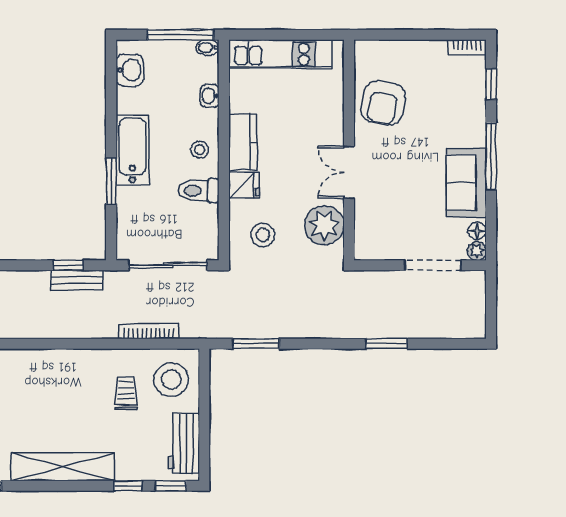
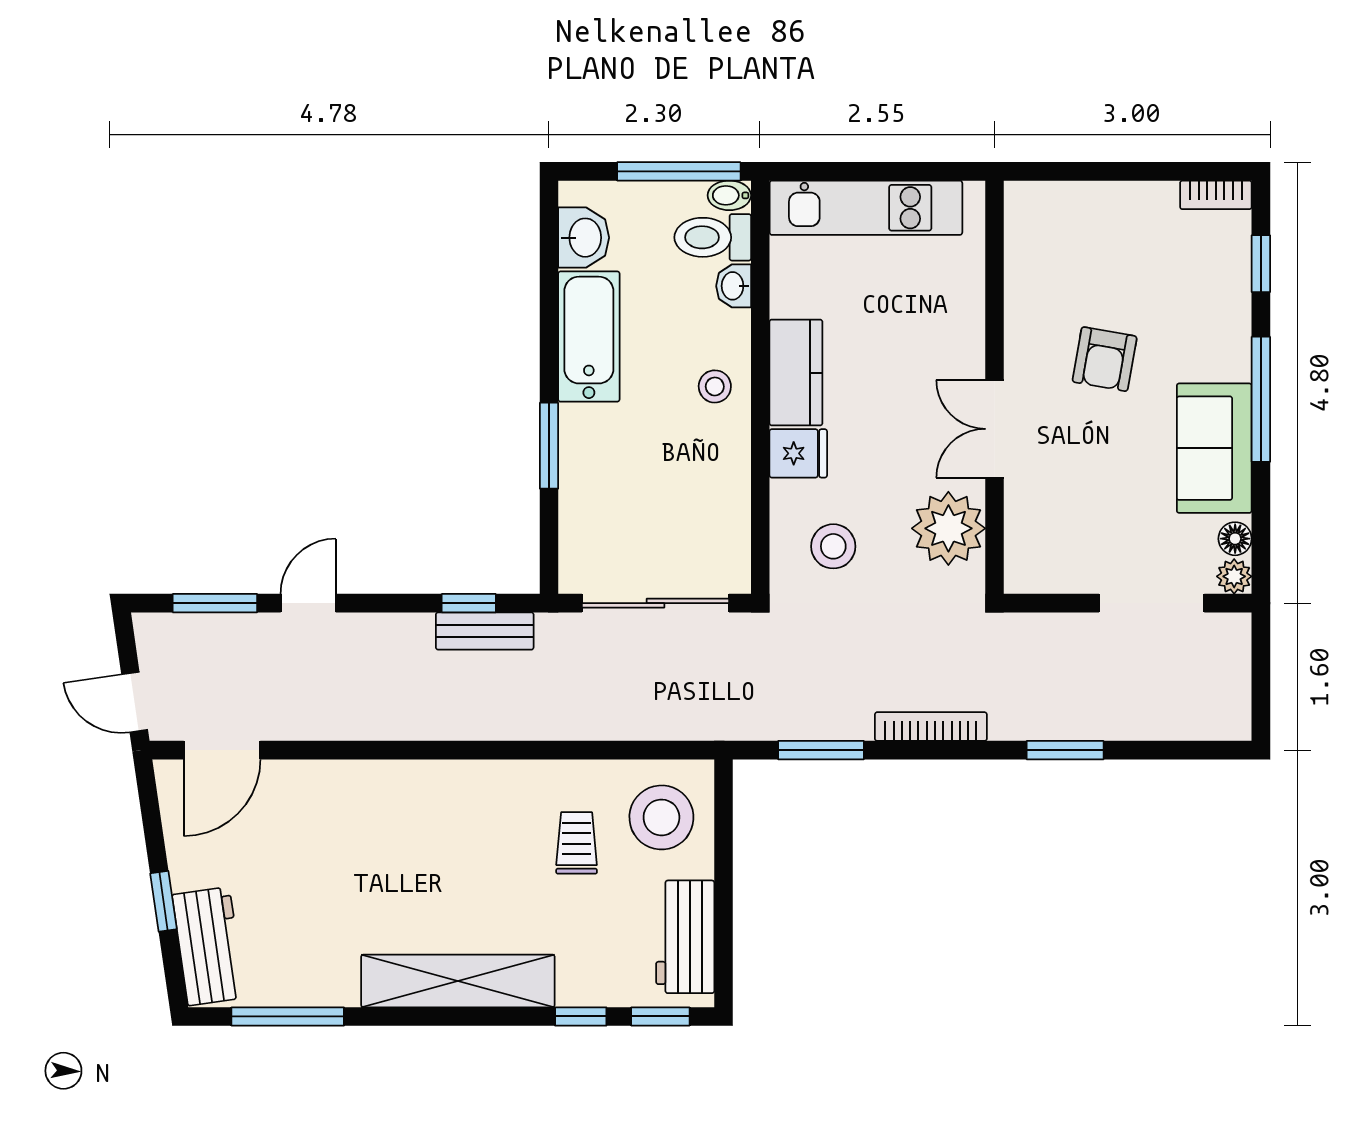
armchair: (383, 103) -> (1105, 359), moved, width x0.72, depth x0.72
bathtub: (132, 150) -> (589, 337), moved
toilet: (199, 191) -> (713, 237), moved
bookcase: (149, 331) -> (931, 727), moved

